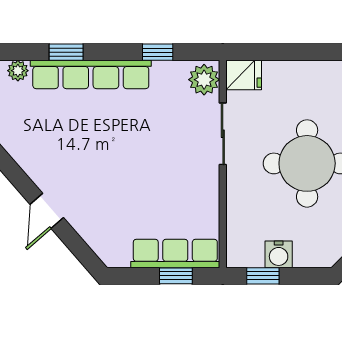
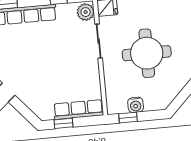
window: (176, 276) -> (64, 123), moved

